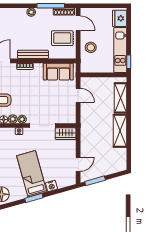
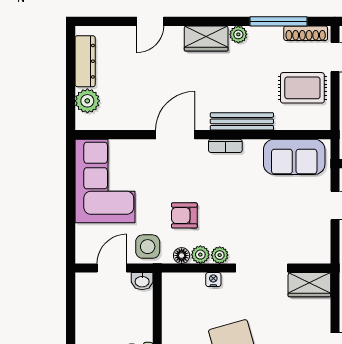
wardrobe: (16, 14) -> (206, 38), added

